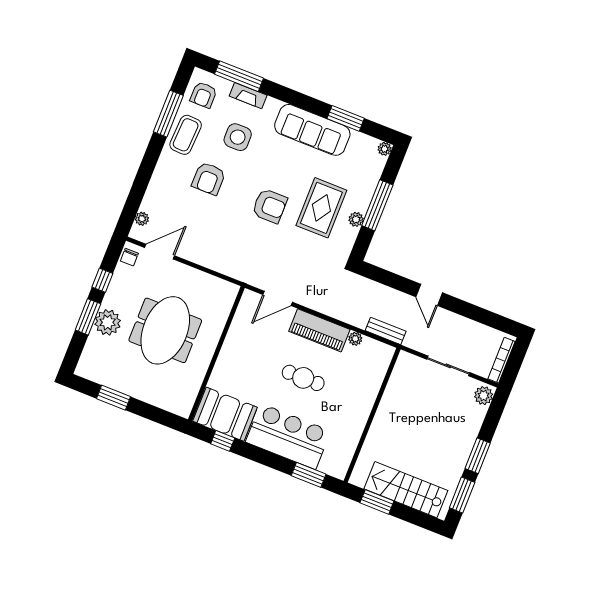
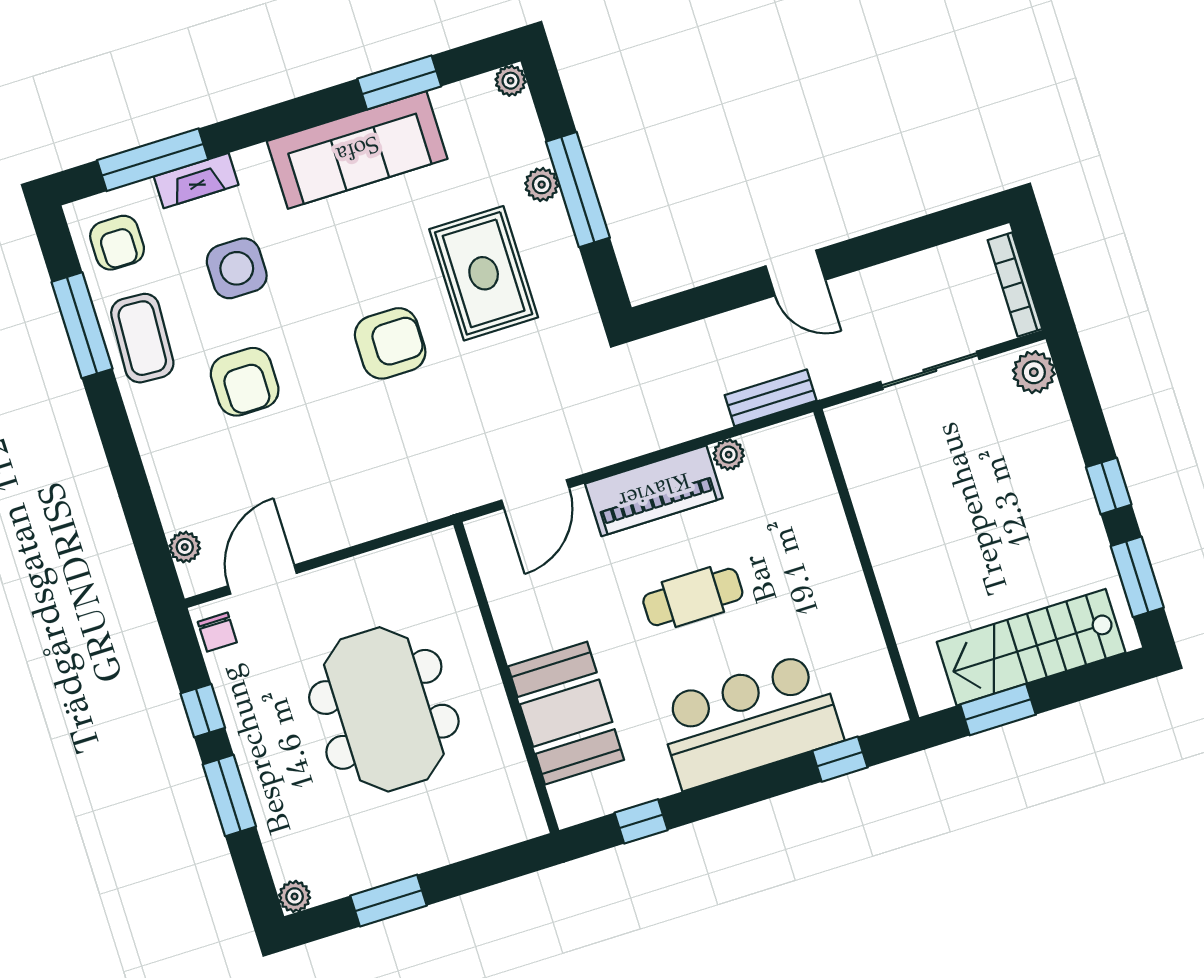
plant: (356, 219) -> (542, 185), moved
plant: (108, 322) -> (295, 896), moved, width x0.53, depth x0.53
booth: (225, 414) -> (566, 713), moved, turned 90
window: (478, 456) -> (1109, 486), width x0.67
window: (309, 475) -> (840, 759), width x0.67

